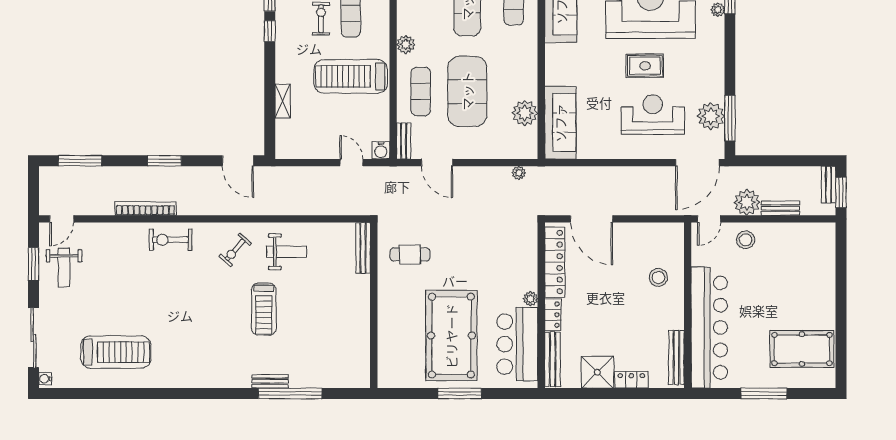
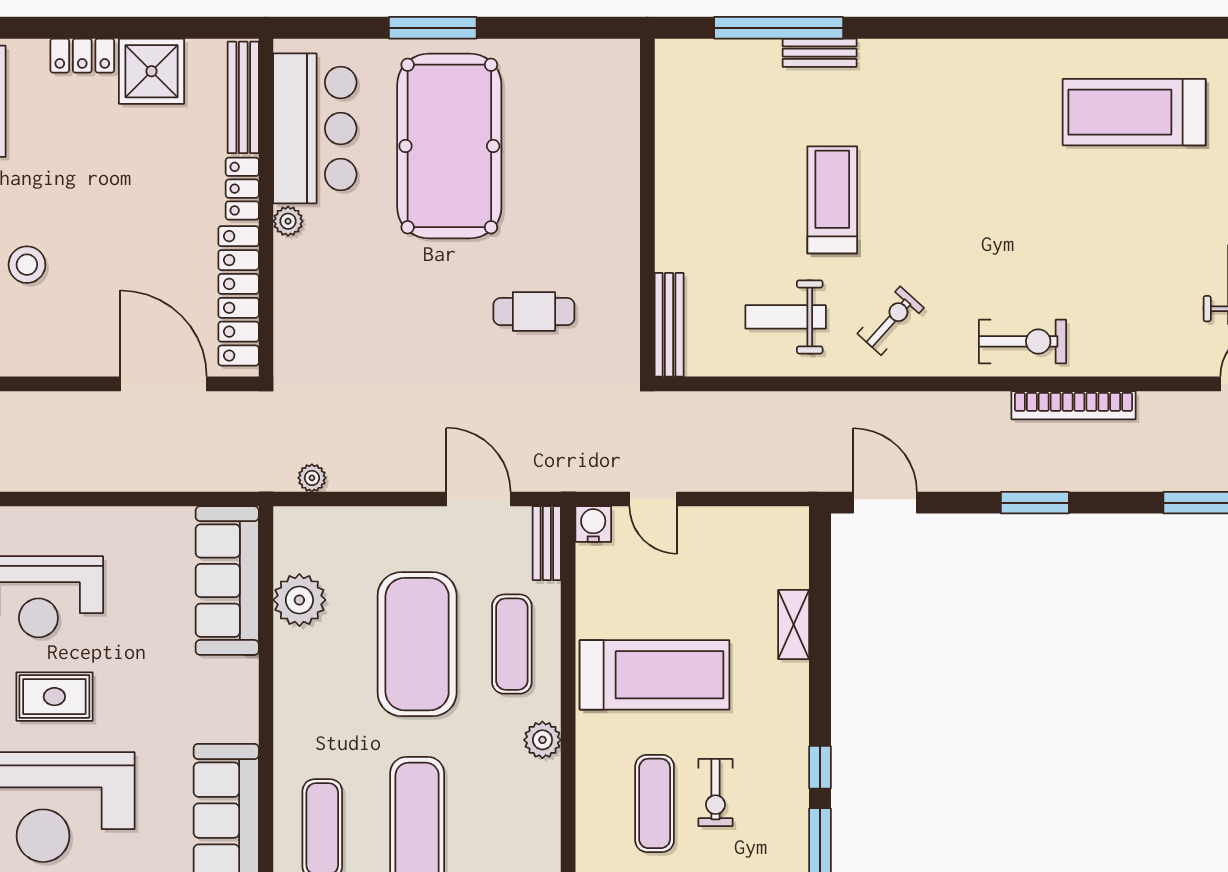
bench: (363, 248) -> (669, 325), moved
wall: (374, 305) -> (647, 208), moved

